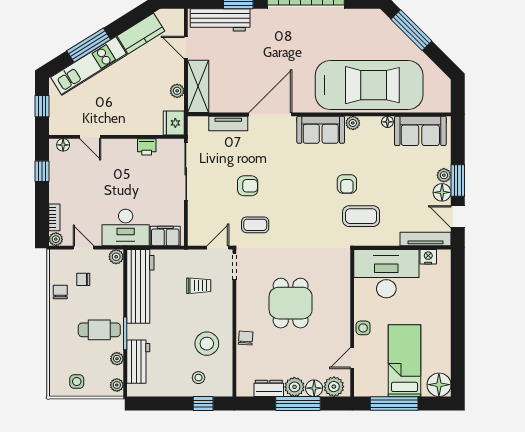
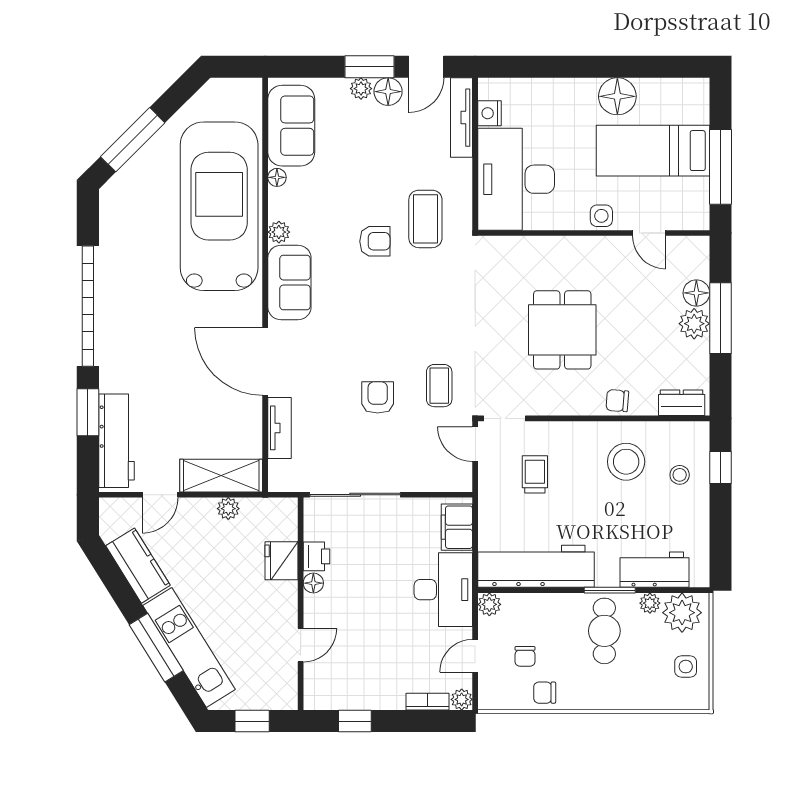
fridge: (174, 123) -> (281, 561), moved, turned 90
floor lamp: (63, 145) -> (313, 583), moved
dining table: (291, 303) -> (562, 330), turned 90
plant: (117, 385) -> (682, 613), width x1.87, depth x1.87
floor lamp: (439, 385) -> (617, 96), moved
plant: (334, 387) -> (694, 262), removed
dresser: (269, 388) -> (682, 403), moved, turned 90

